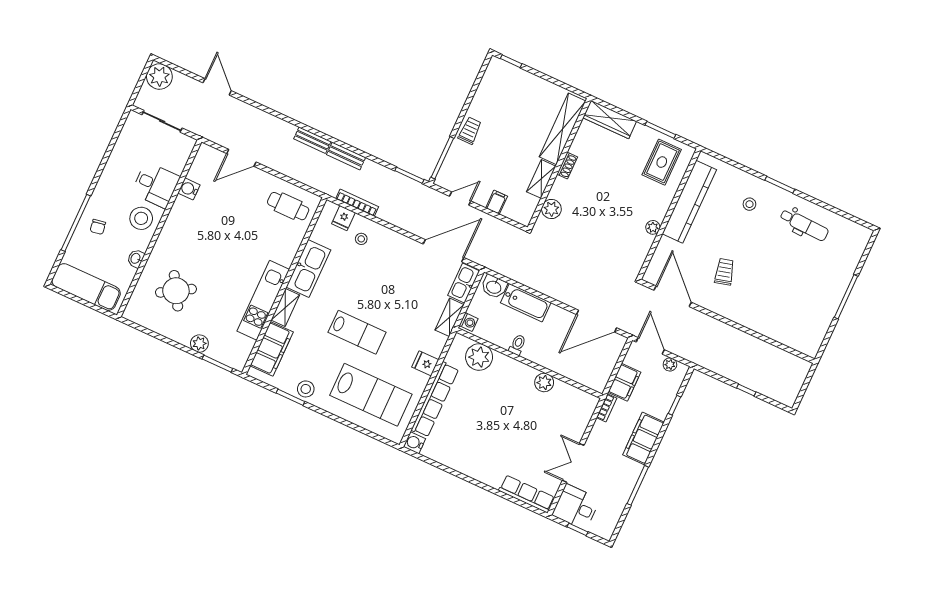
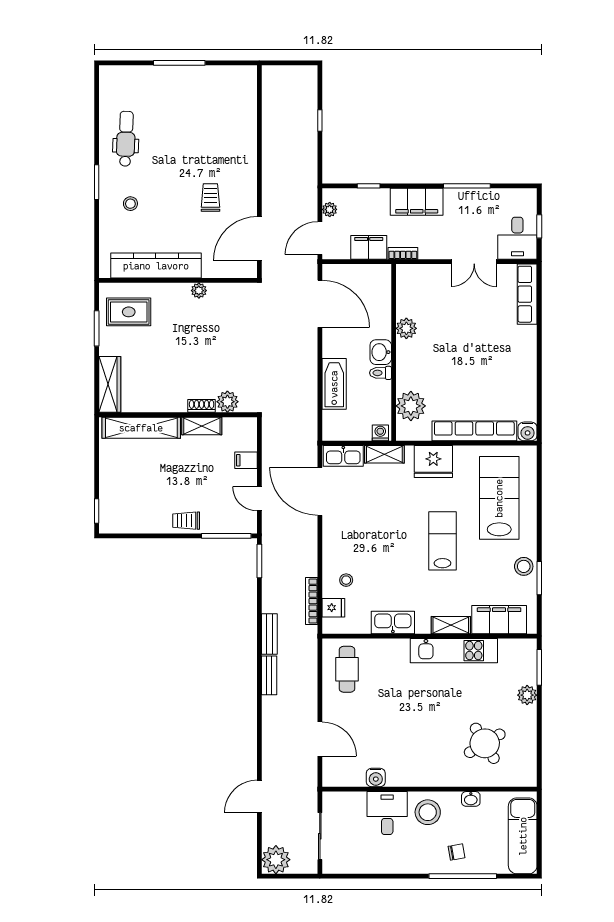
shoe rack: (567, 166) -> (202, 406), moved
kitchen sink: (308, 268) -> (393, 622), width x0.73, depth x0.81
trolley: (724, 272) -> (210, 197), turned 105
washbasin: (494, 287) -> (381, 352), moved, turned 180
fridge: (425, 363) -> (433, 461), width x1.88, depth x1.34

